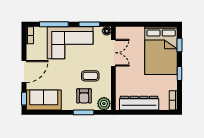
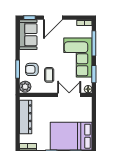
double door: (113, 53) -> (69, 95), swing flipped
door: (24, 71) -> (53, 18), hinge flipped

